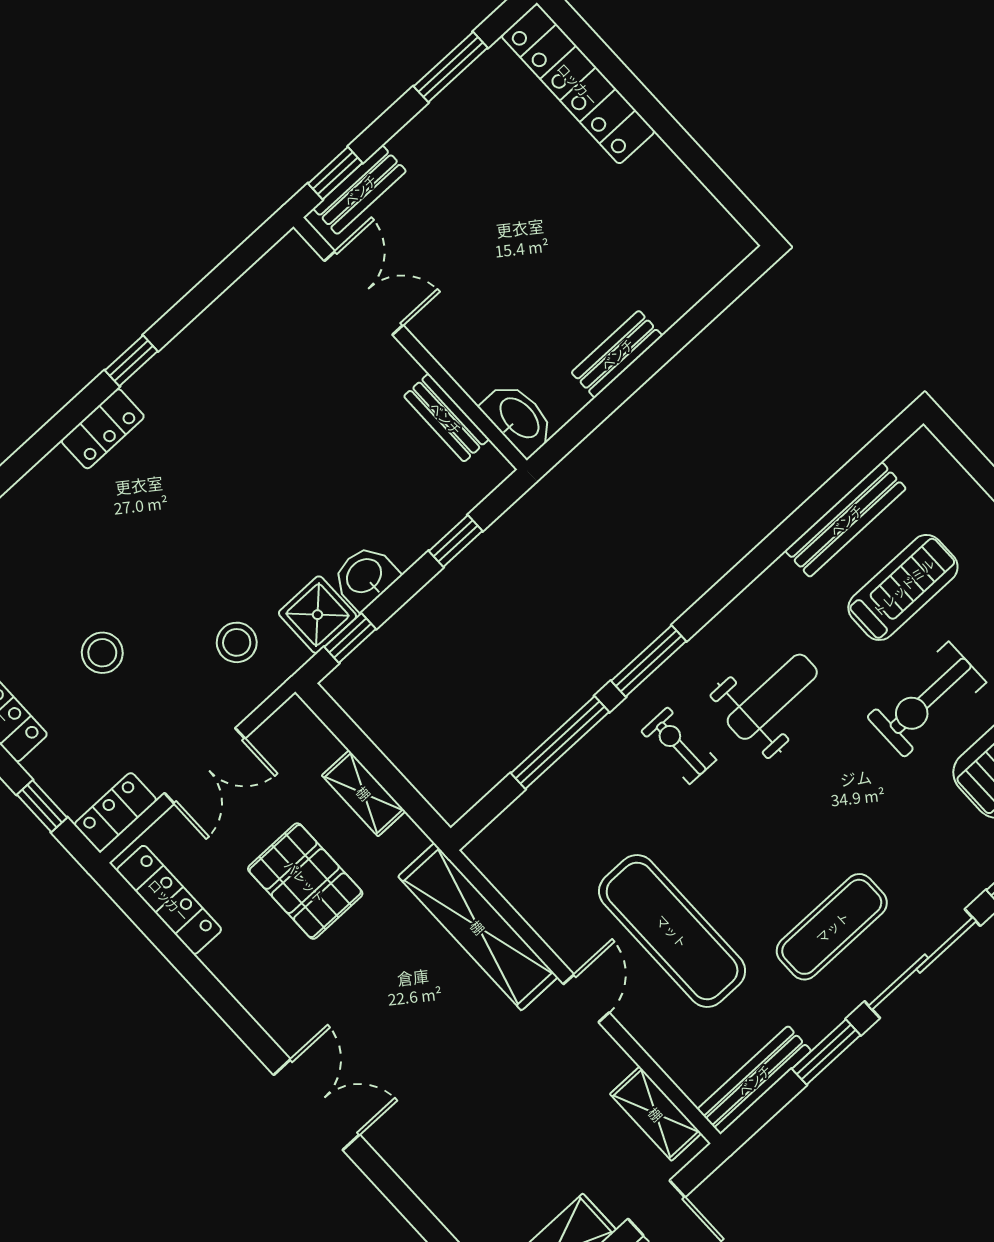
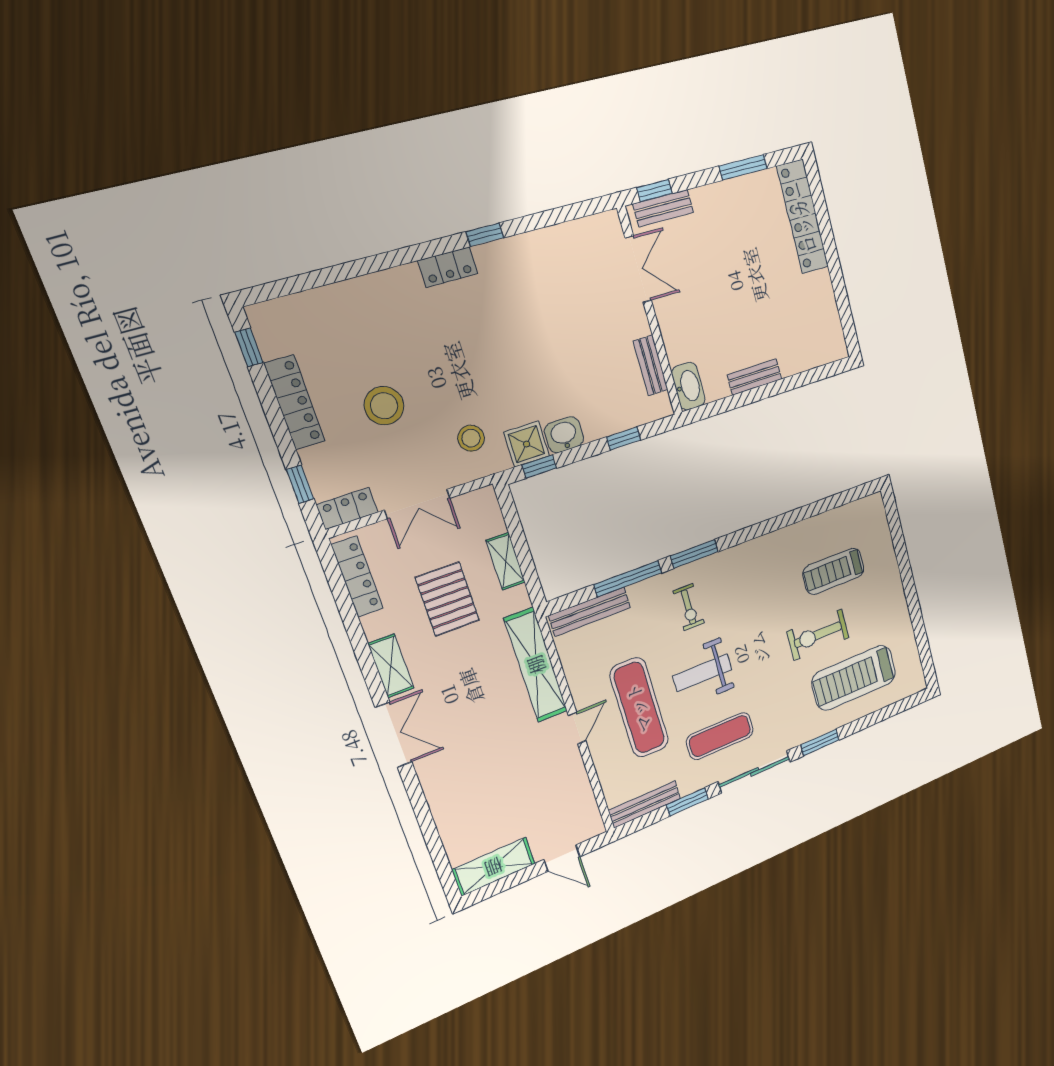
bench: (846, 520) -> (590, 612), moved
treadmill: (903, 587) -> (834, 571), turned 180
stool: (102, 653) -> (384, 406), width x1.38, depth x1.38
weight bench: (772, 697) -> (702, 673), moved, turned 180
exercise bike: (679, 746) -> (689, 607), turned 180
shelving: (656, 1114) -> (391, 666), moved

